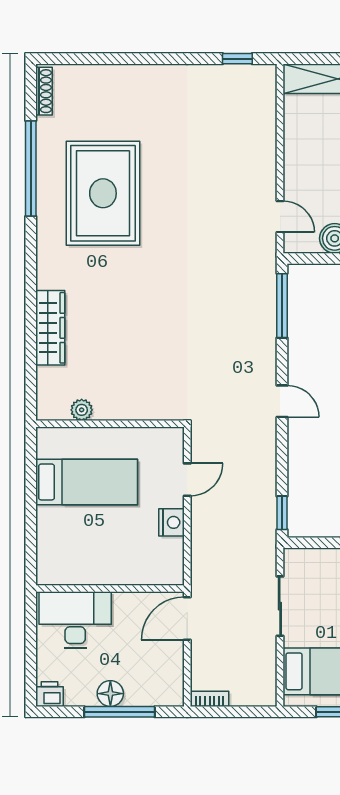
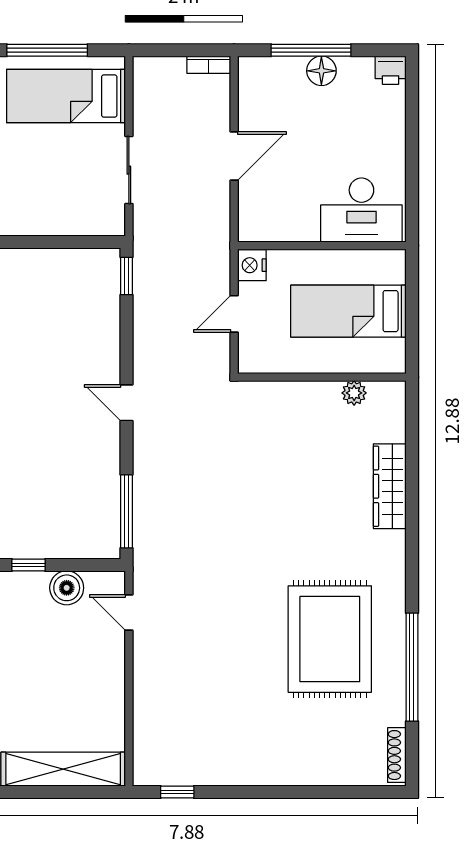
wall: (110, 589) -> (322, 246), moved
desk: (75, 620) -> (361, 210), moved

